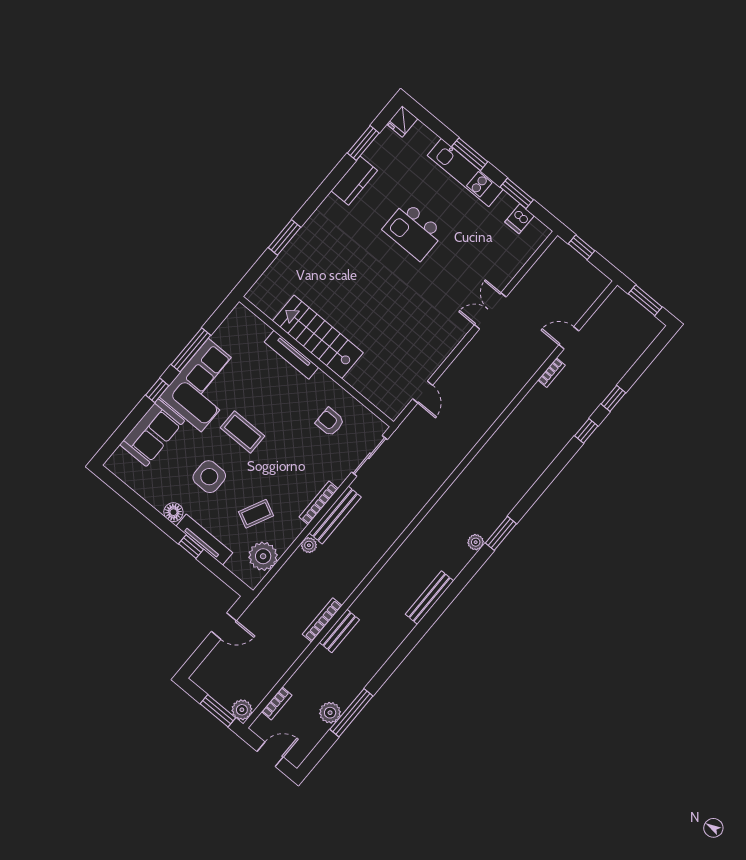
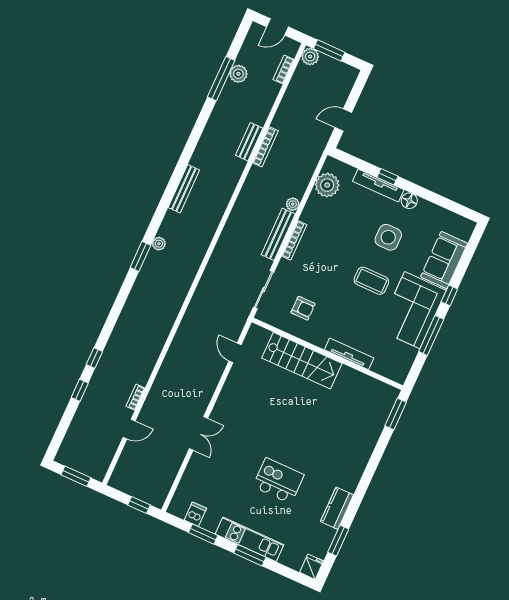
window: (285, 237) -> (396, 414), moved
stairs: (318, 337) -> (302, 361), moved
coffee table: (256, 514) -> (342, 218), removed

